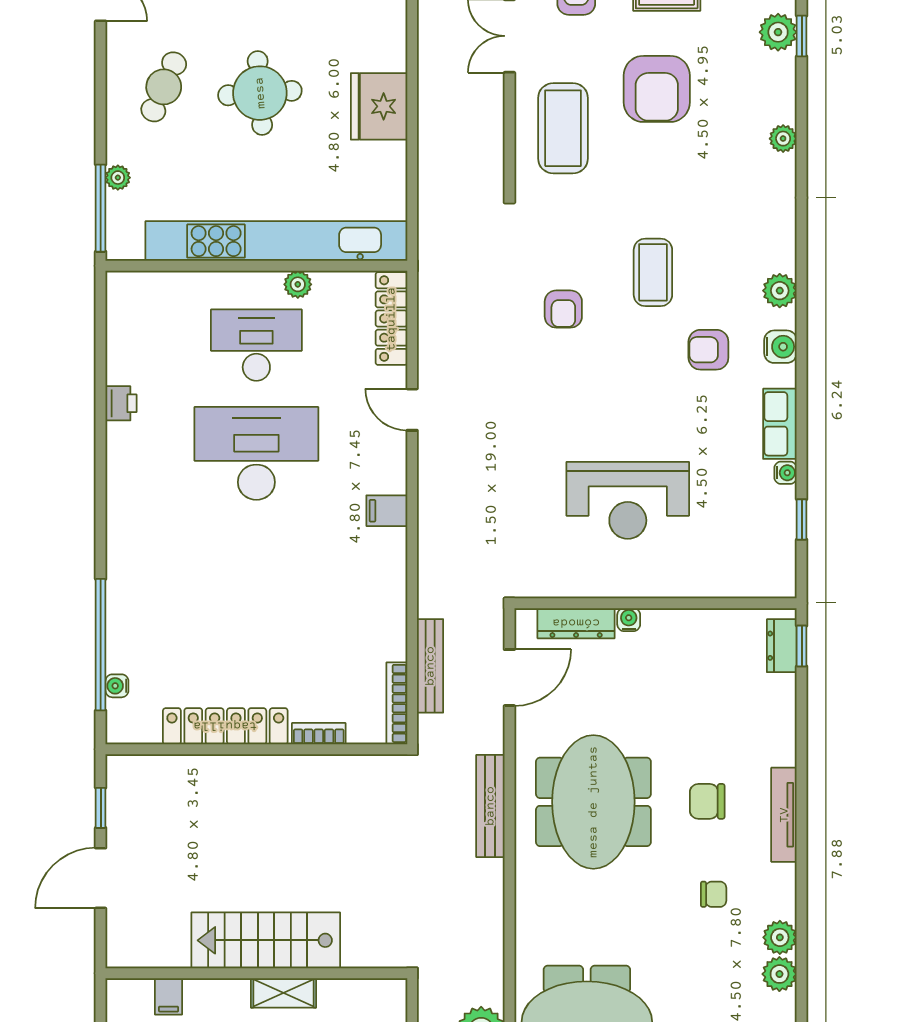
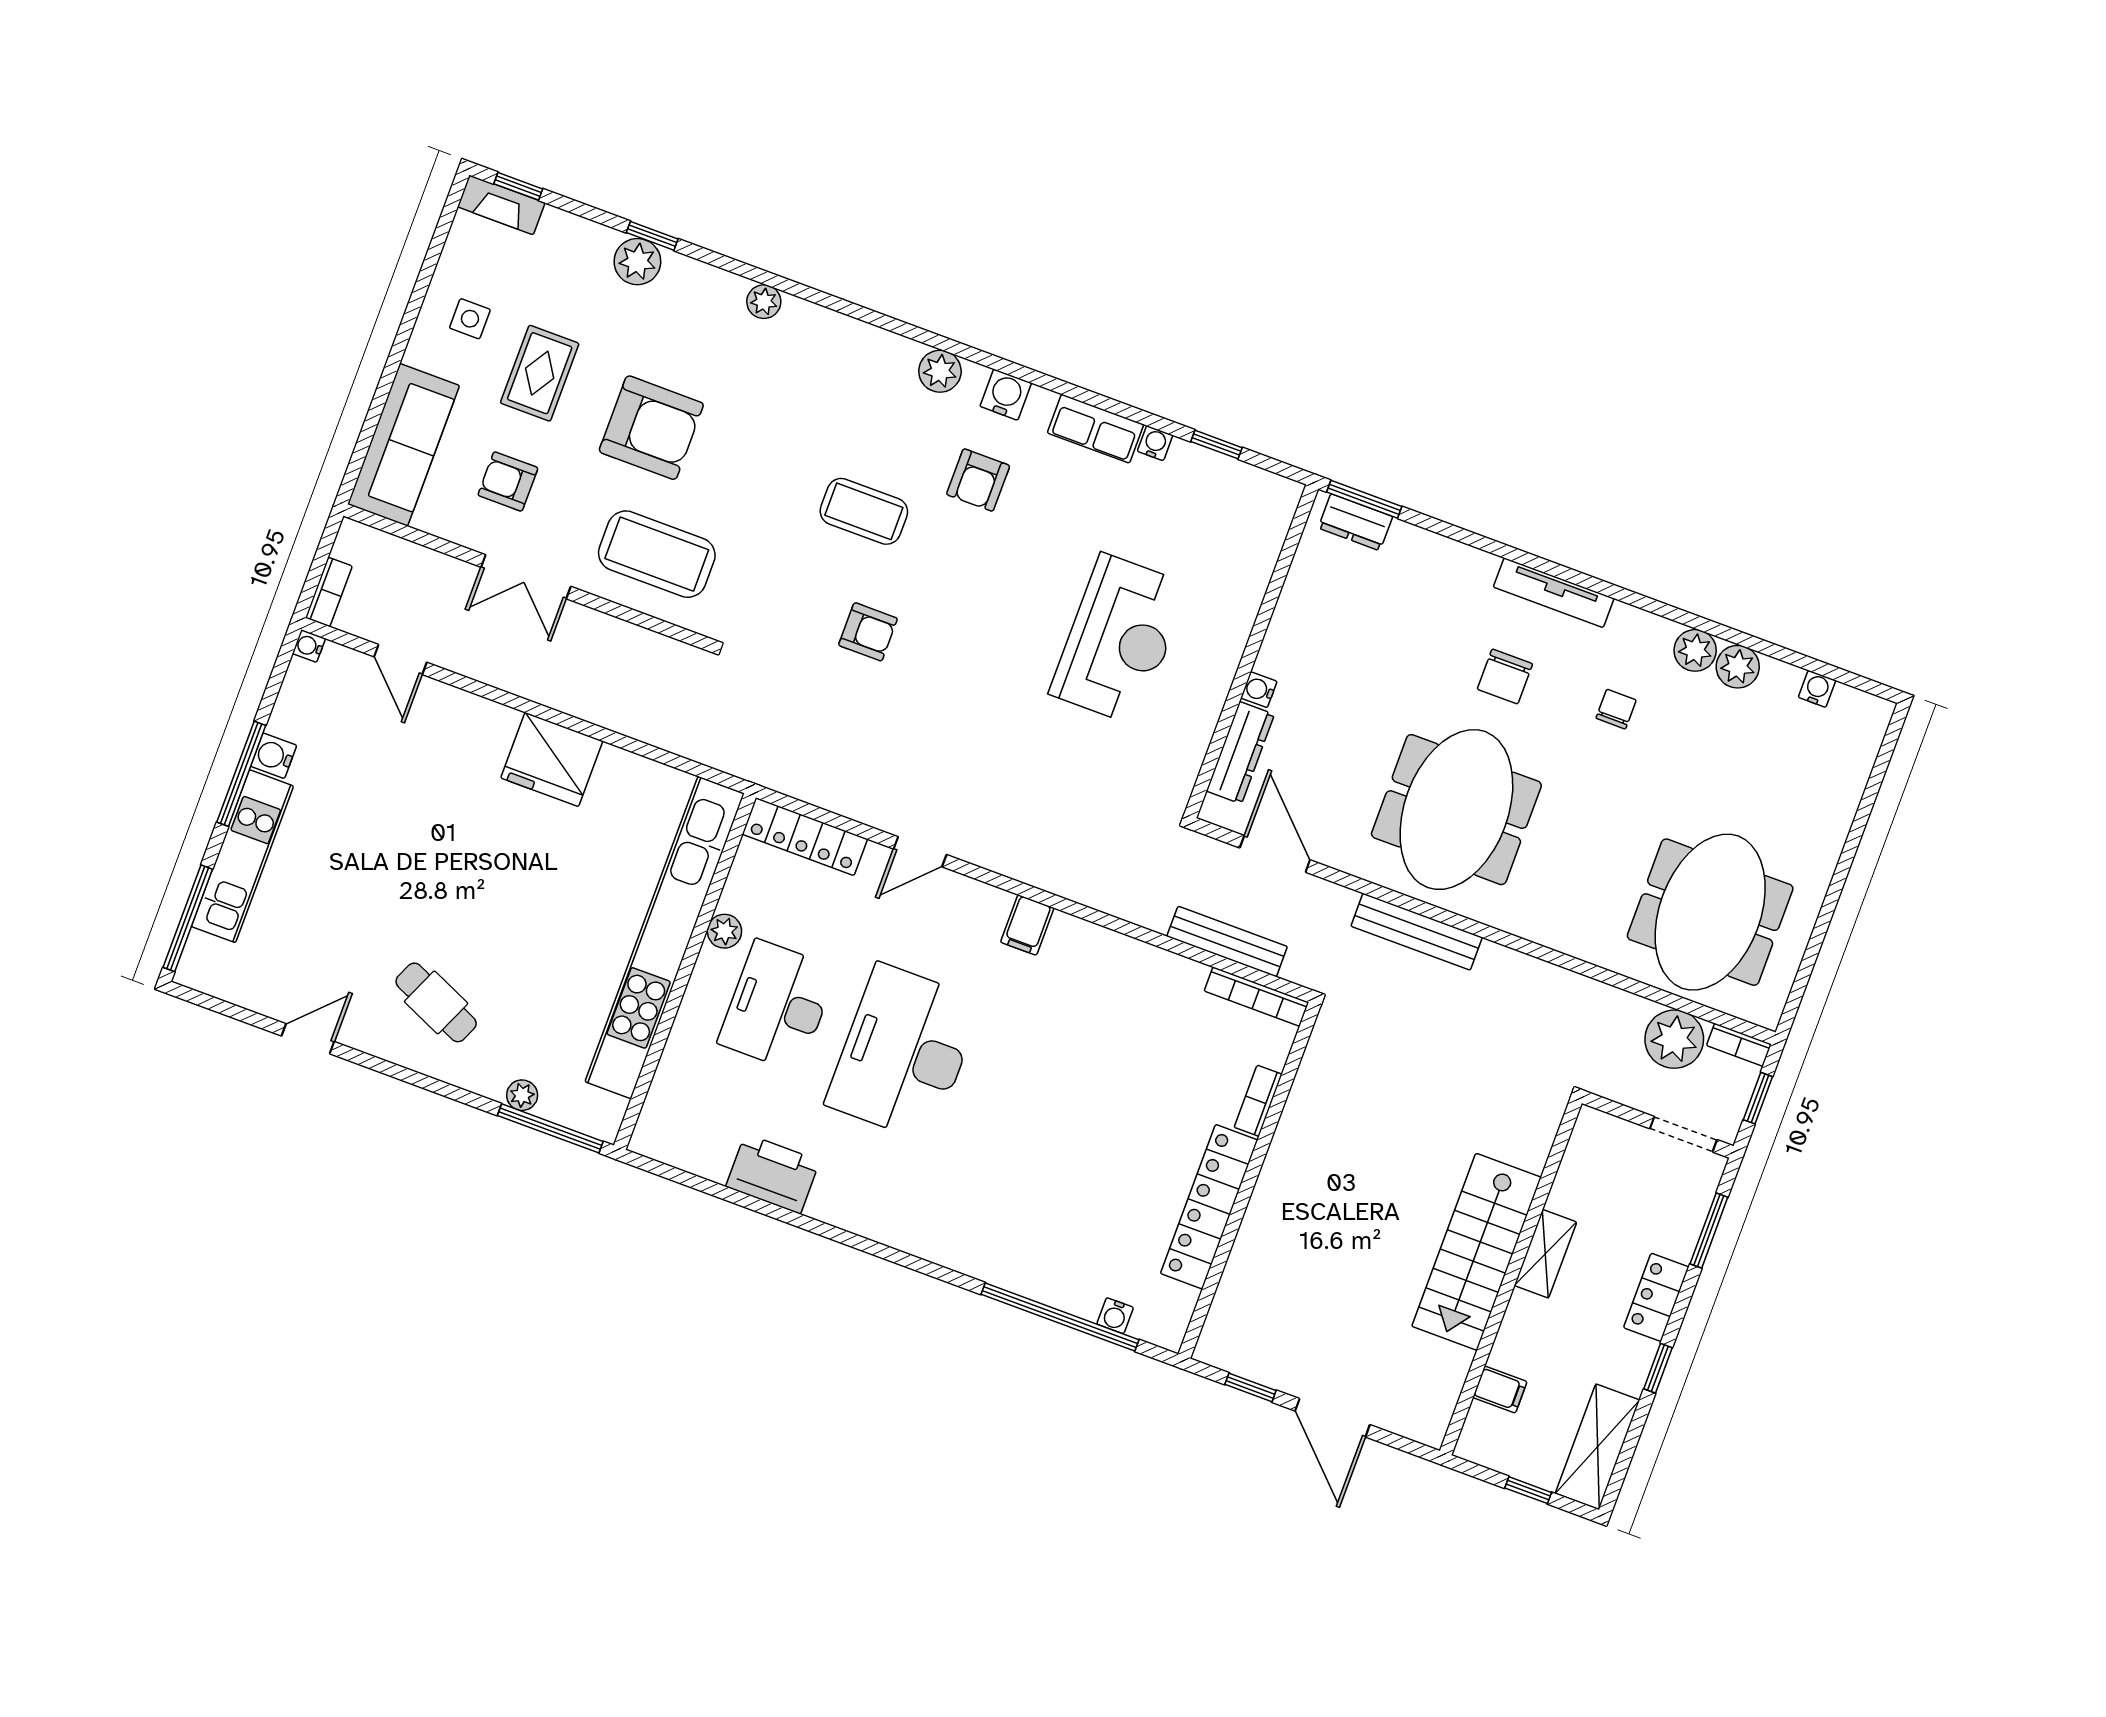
round table: (260, 93) -> (485, 893), removed
printer: (121, 403) -> (773, 1174), width x1.87, depth x1.48
window: (802, 646) -> (1364, 499), width x1.50
meeting table: (593, 802) -> (1456, 810), turned 90

